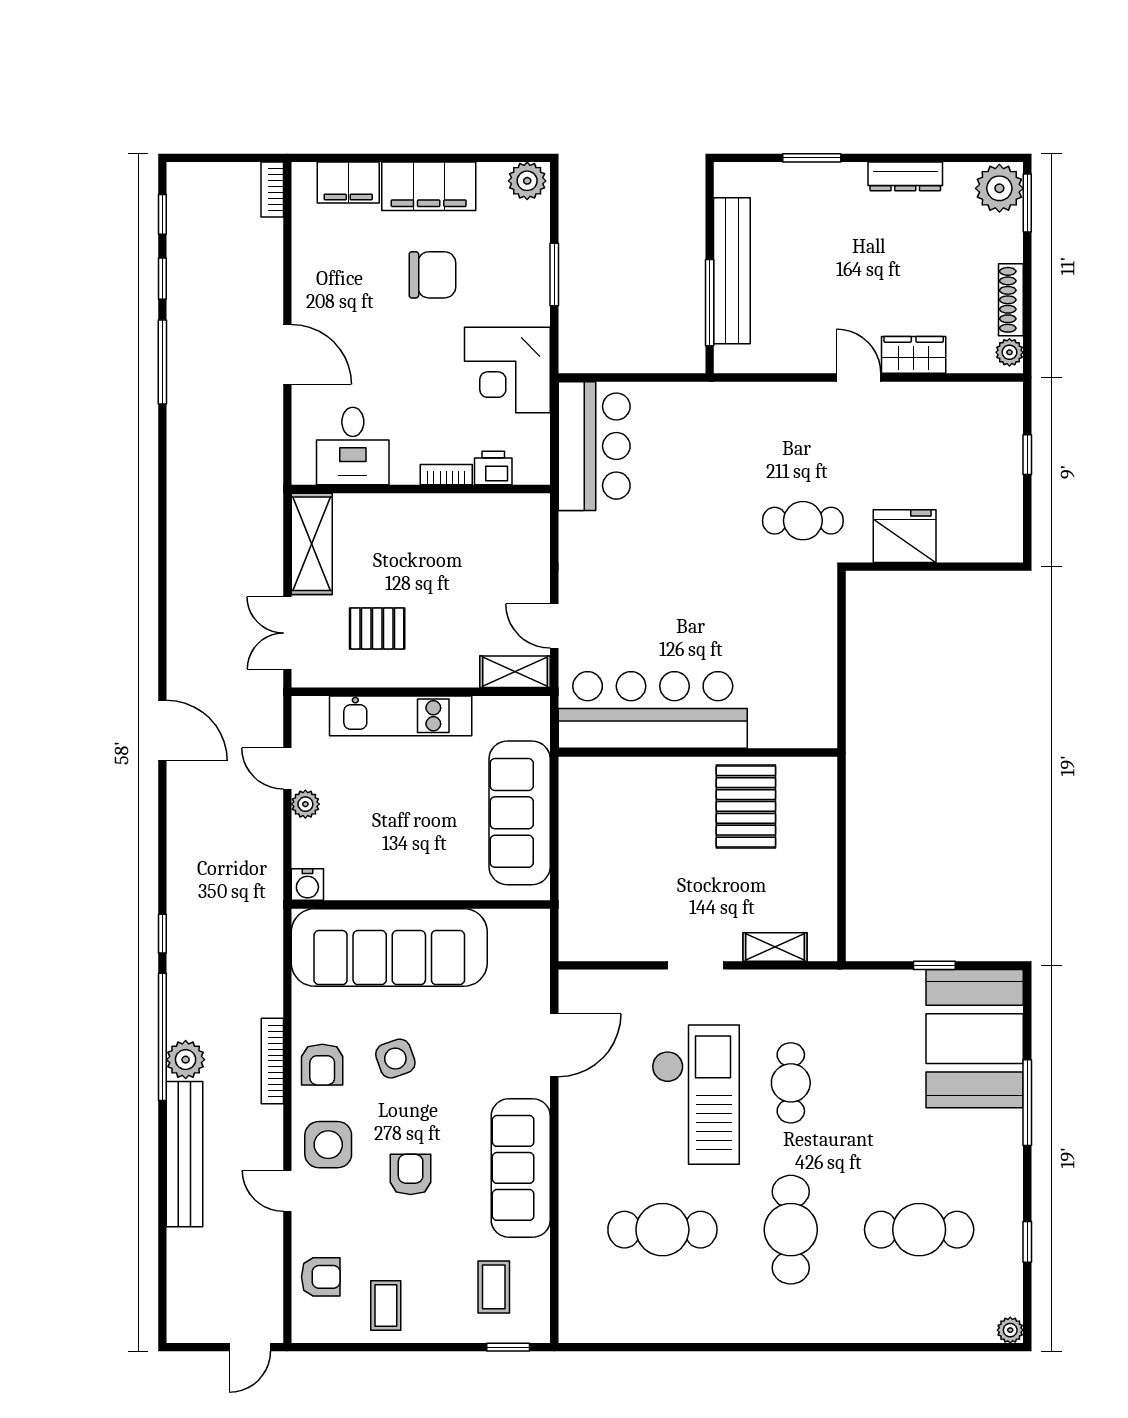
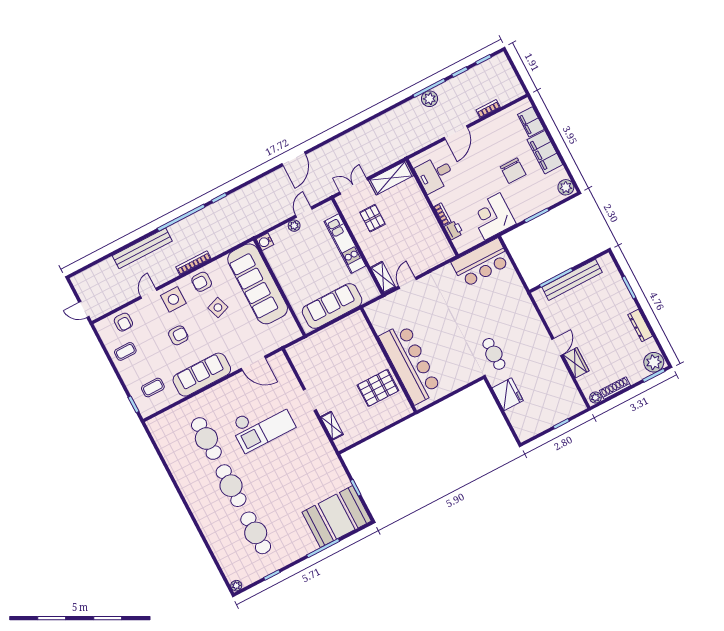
bookcase: (272, 190) -> (488, 109), moved
bar counter: (653, 710) -> (410, 364), moved
plant: (186, 1060) -> (430, 99), moved
cafe table: (791, 1083) -> (285, 457), removed
cafe table: (791, 1230) -> (231, 486), turned 90

